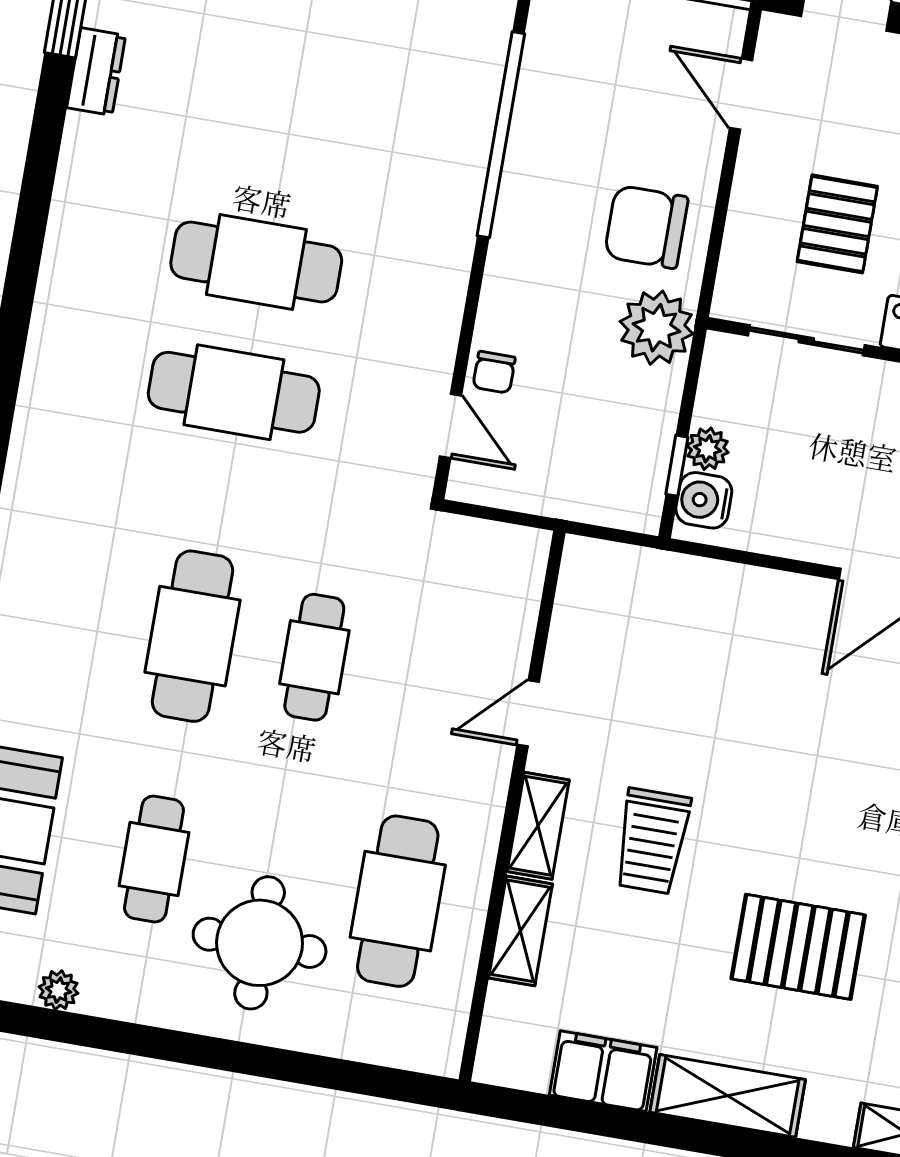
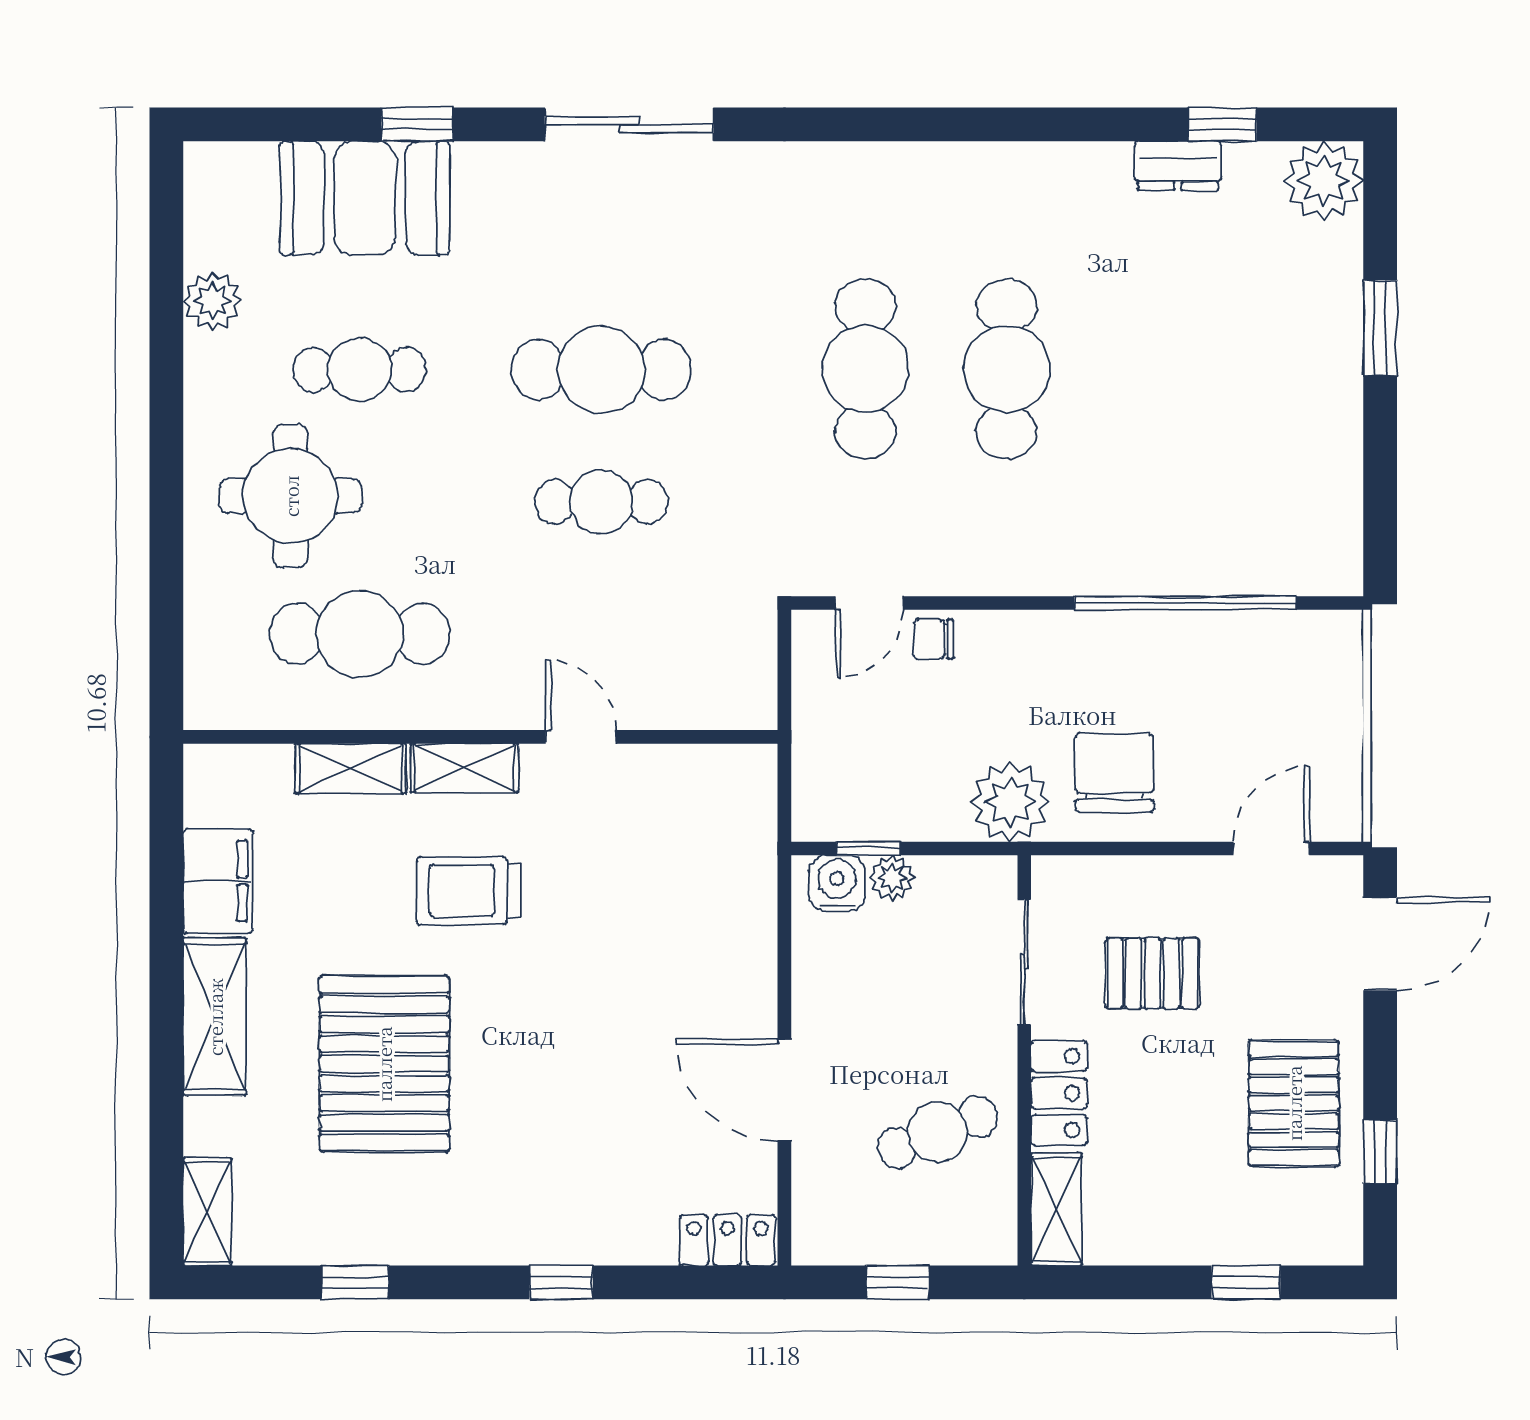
pallet: (798, 947) -> (384, 1064), width x1.37, depth x1.41
plant: (59, 990) -> (212, 301), width x1.38, depth x1.38

